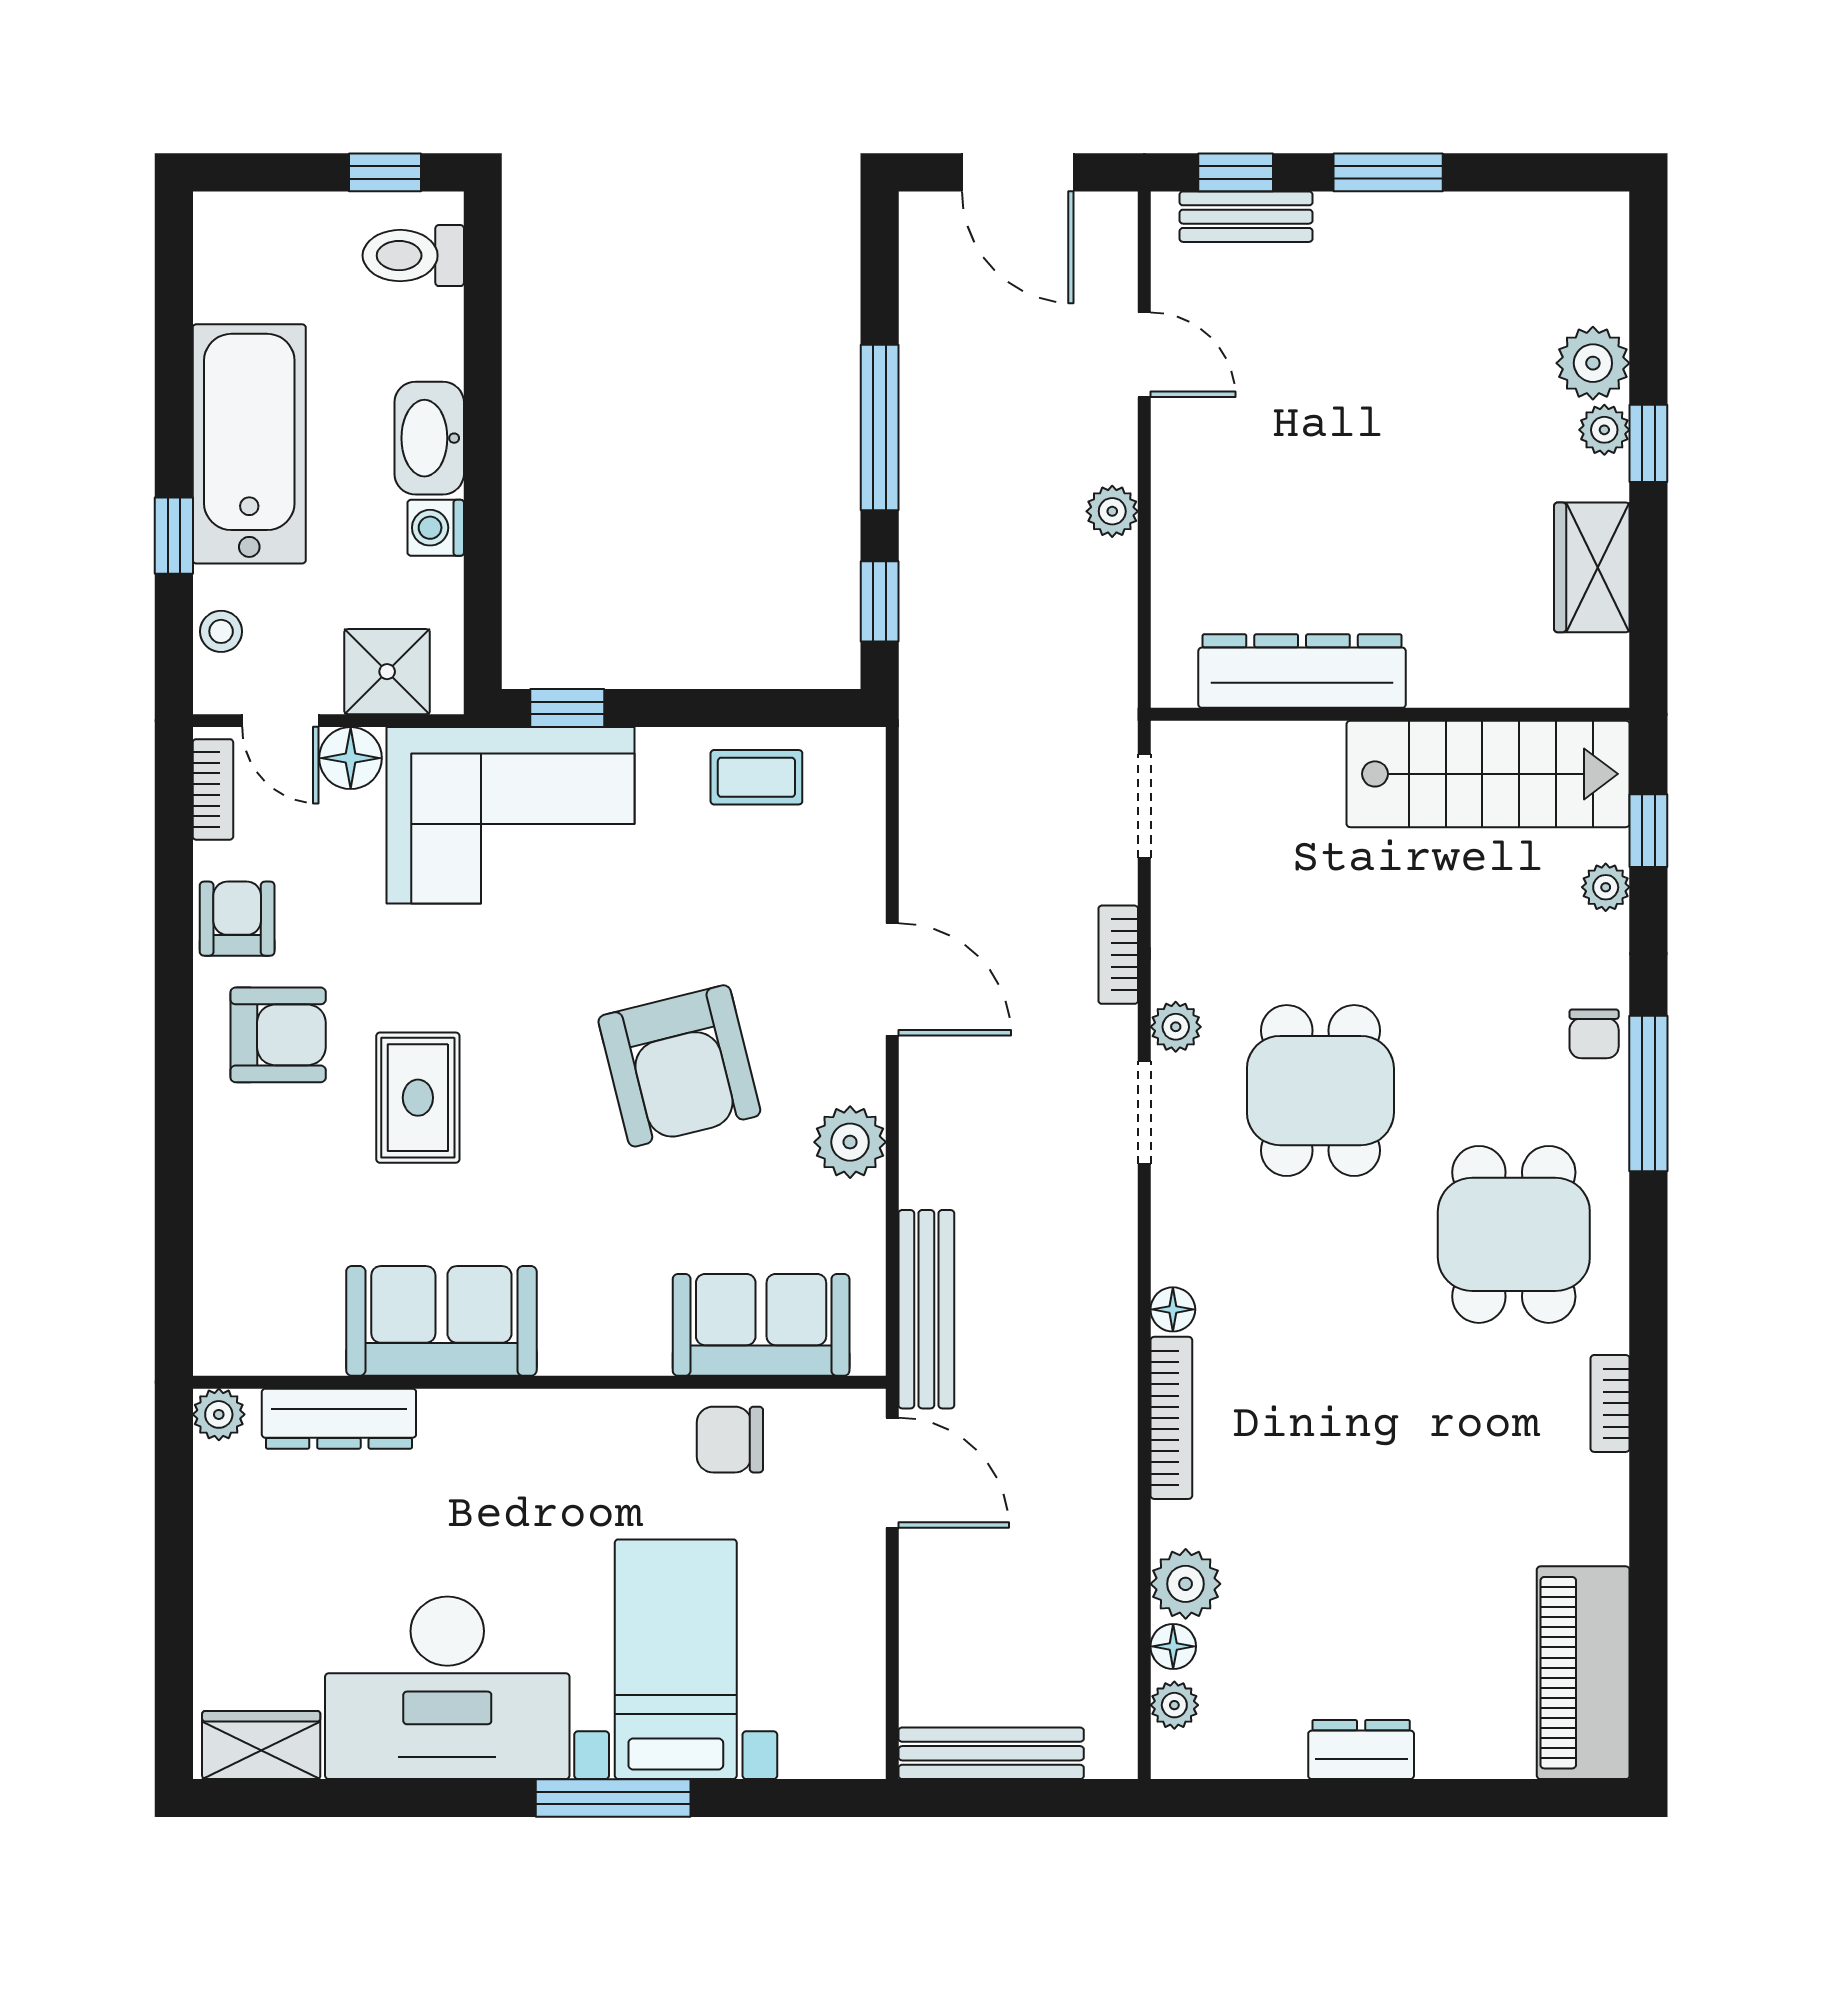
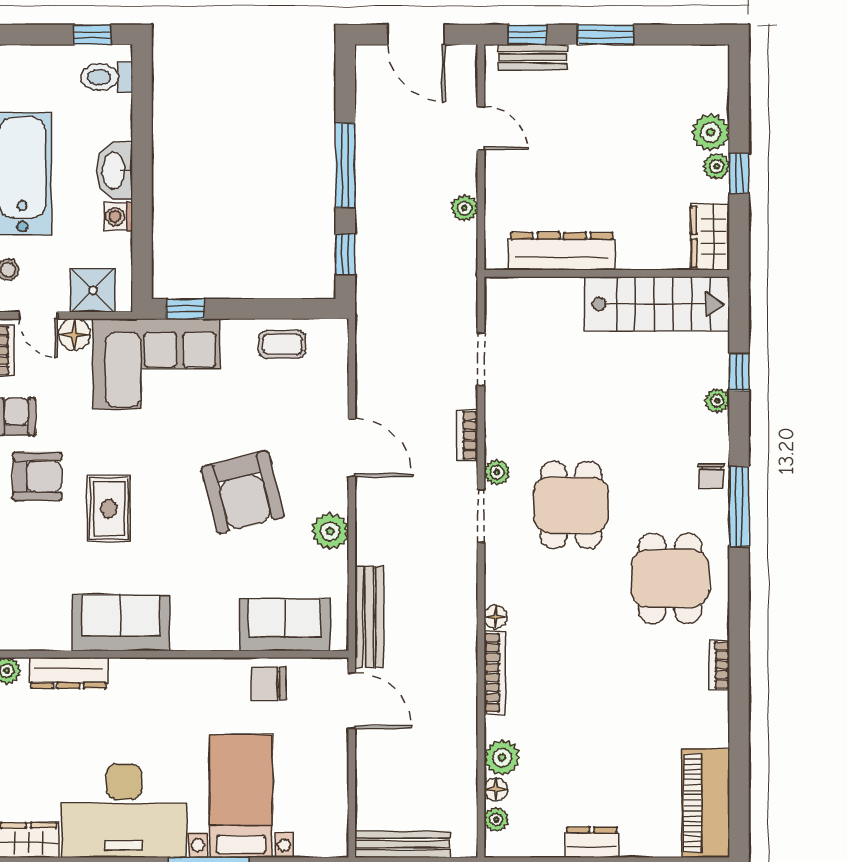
dresser: (1302, 671) -> (562, 251), moved
wall: (1390, 714) -> (607, 273), moved
stairs: (1488, 774) -> (657, 304), moved

